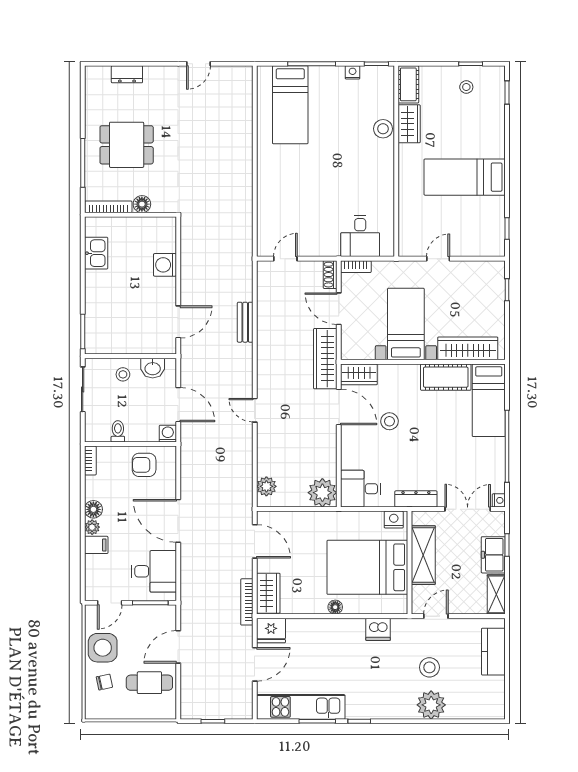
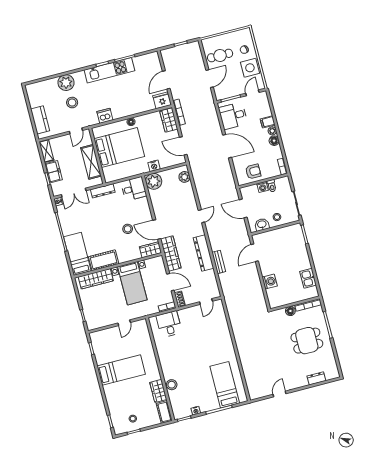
dresser: (268, 345) -> (203, 253), added
door: (255, 410) -> (201, 216), hinge flipped
washing machine: (168, 434) -> (263, 187), moved
nightstand: (394, 520) -> (154, 166), moved
kitchen unit: (301, 707) -> (109, 70), moved

